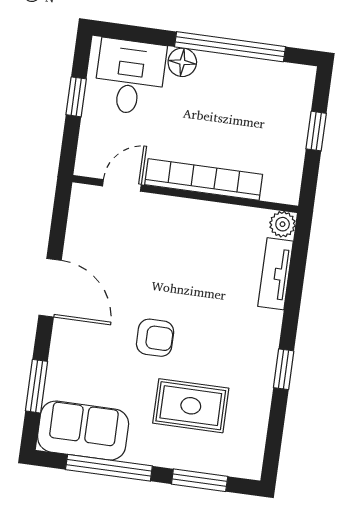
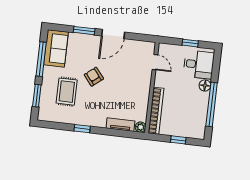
bookcase: (204, 180) -> (156, 111), moved
armchair: (155, 338) -> (94, 77), turned 141
window: (37, 386) -> (84, 31), moved

